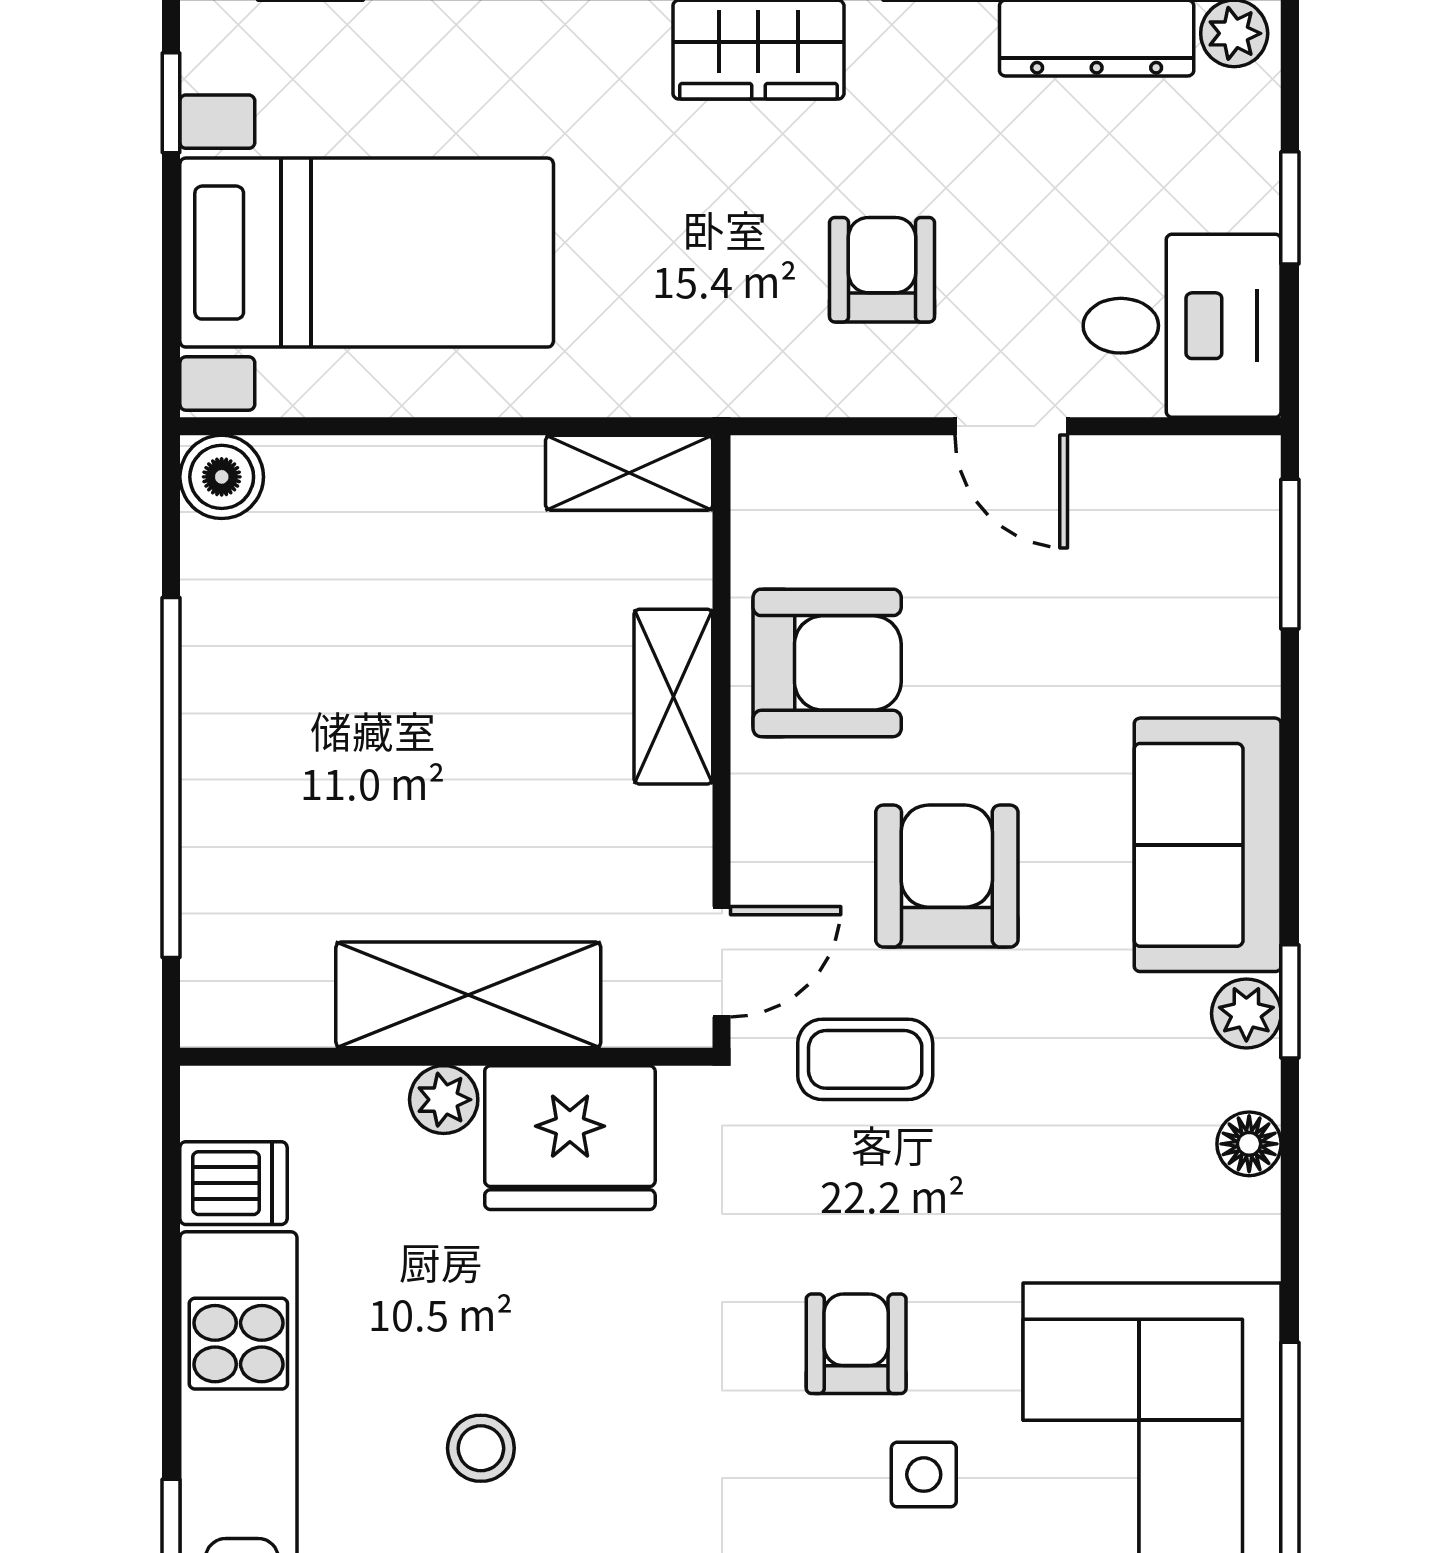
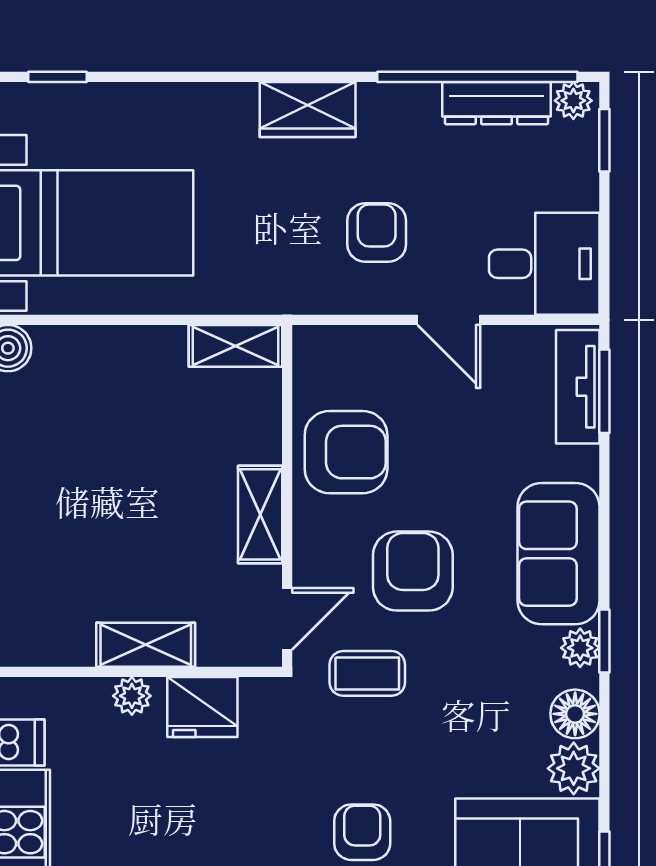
window: (1290, 208) -> (604, 140), moved
tv unit: (1242, 546) -> (578, 387), added
shelving: (673, 697) -> (260, 514), moved
shelving: (468, 995) -> (146, 645), width x0.67, depth x0.75
fridge: (570, 1138) -> (202, 707), width x0.73, depth x0.75
floor lamp: (1249, 1144) -> (575, 714), width x1.37, depth x1.37
plant: (1235, 1229) -> (574, 768), added

